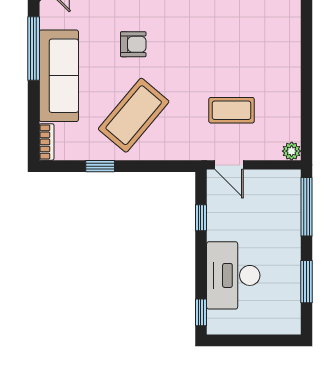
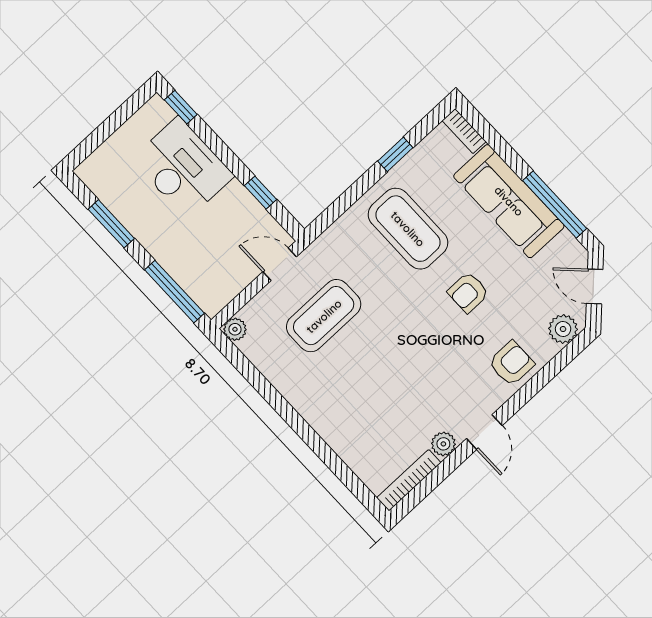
coffee table: (232, 110) -> (324, 316), width x1.36, depth x1.32
coffee table: (134, 115) -> (408, 229), turned -40

